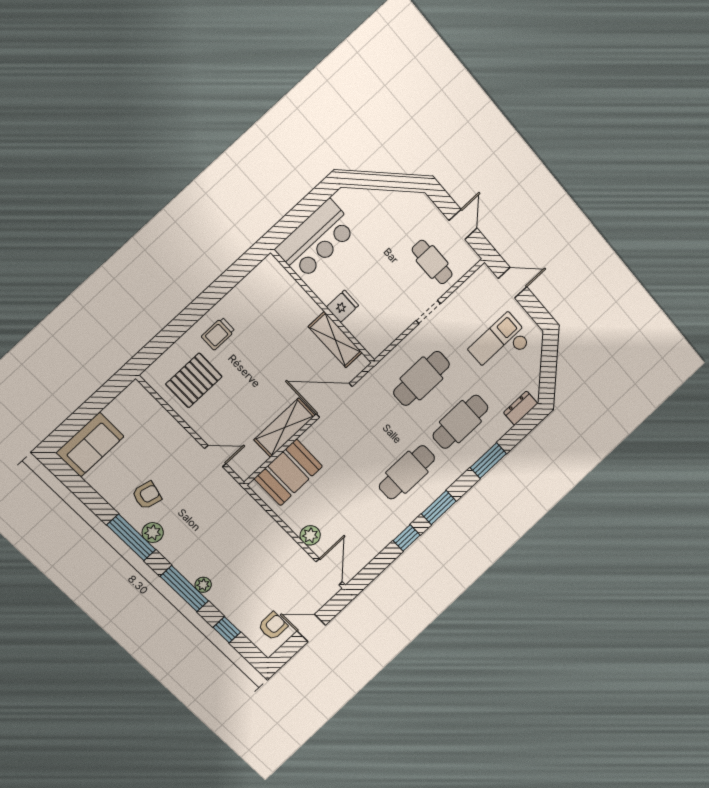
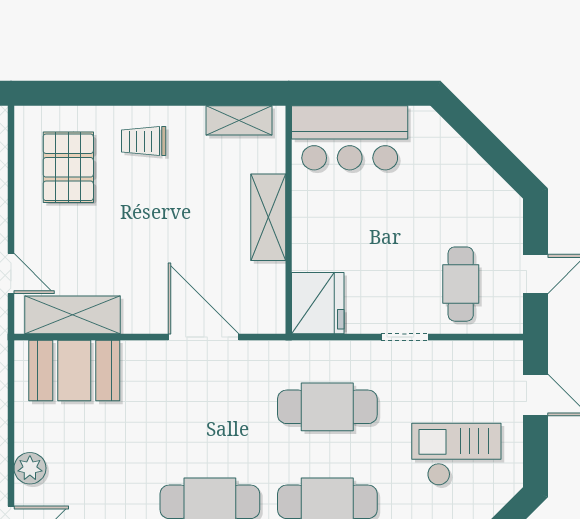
shelving: (255, 280) -> (239, 120), added
fridge: (342, 306) -> (318, 303), moved, width x1.88, depth x1.34
shelving: (335, 340) -> (268, 217), moved
pallet: (194, 380) -> (68, 167), turned 90
shelving: (285, 428) -> (73, 315), moved

